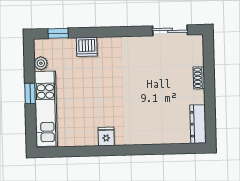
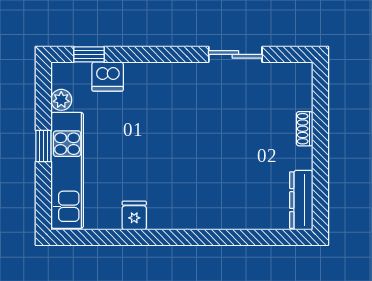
sliding door: (170, 30) -> (235, 54), moved
dishwasher: (87, 47) -> (108, 76), moved
fridge: (106, 136) -> (134, 216), moved

